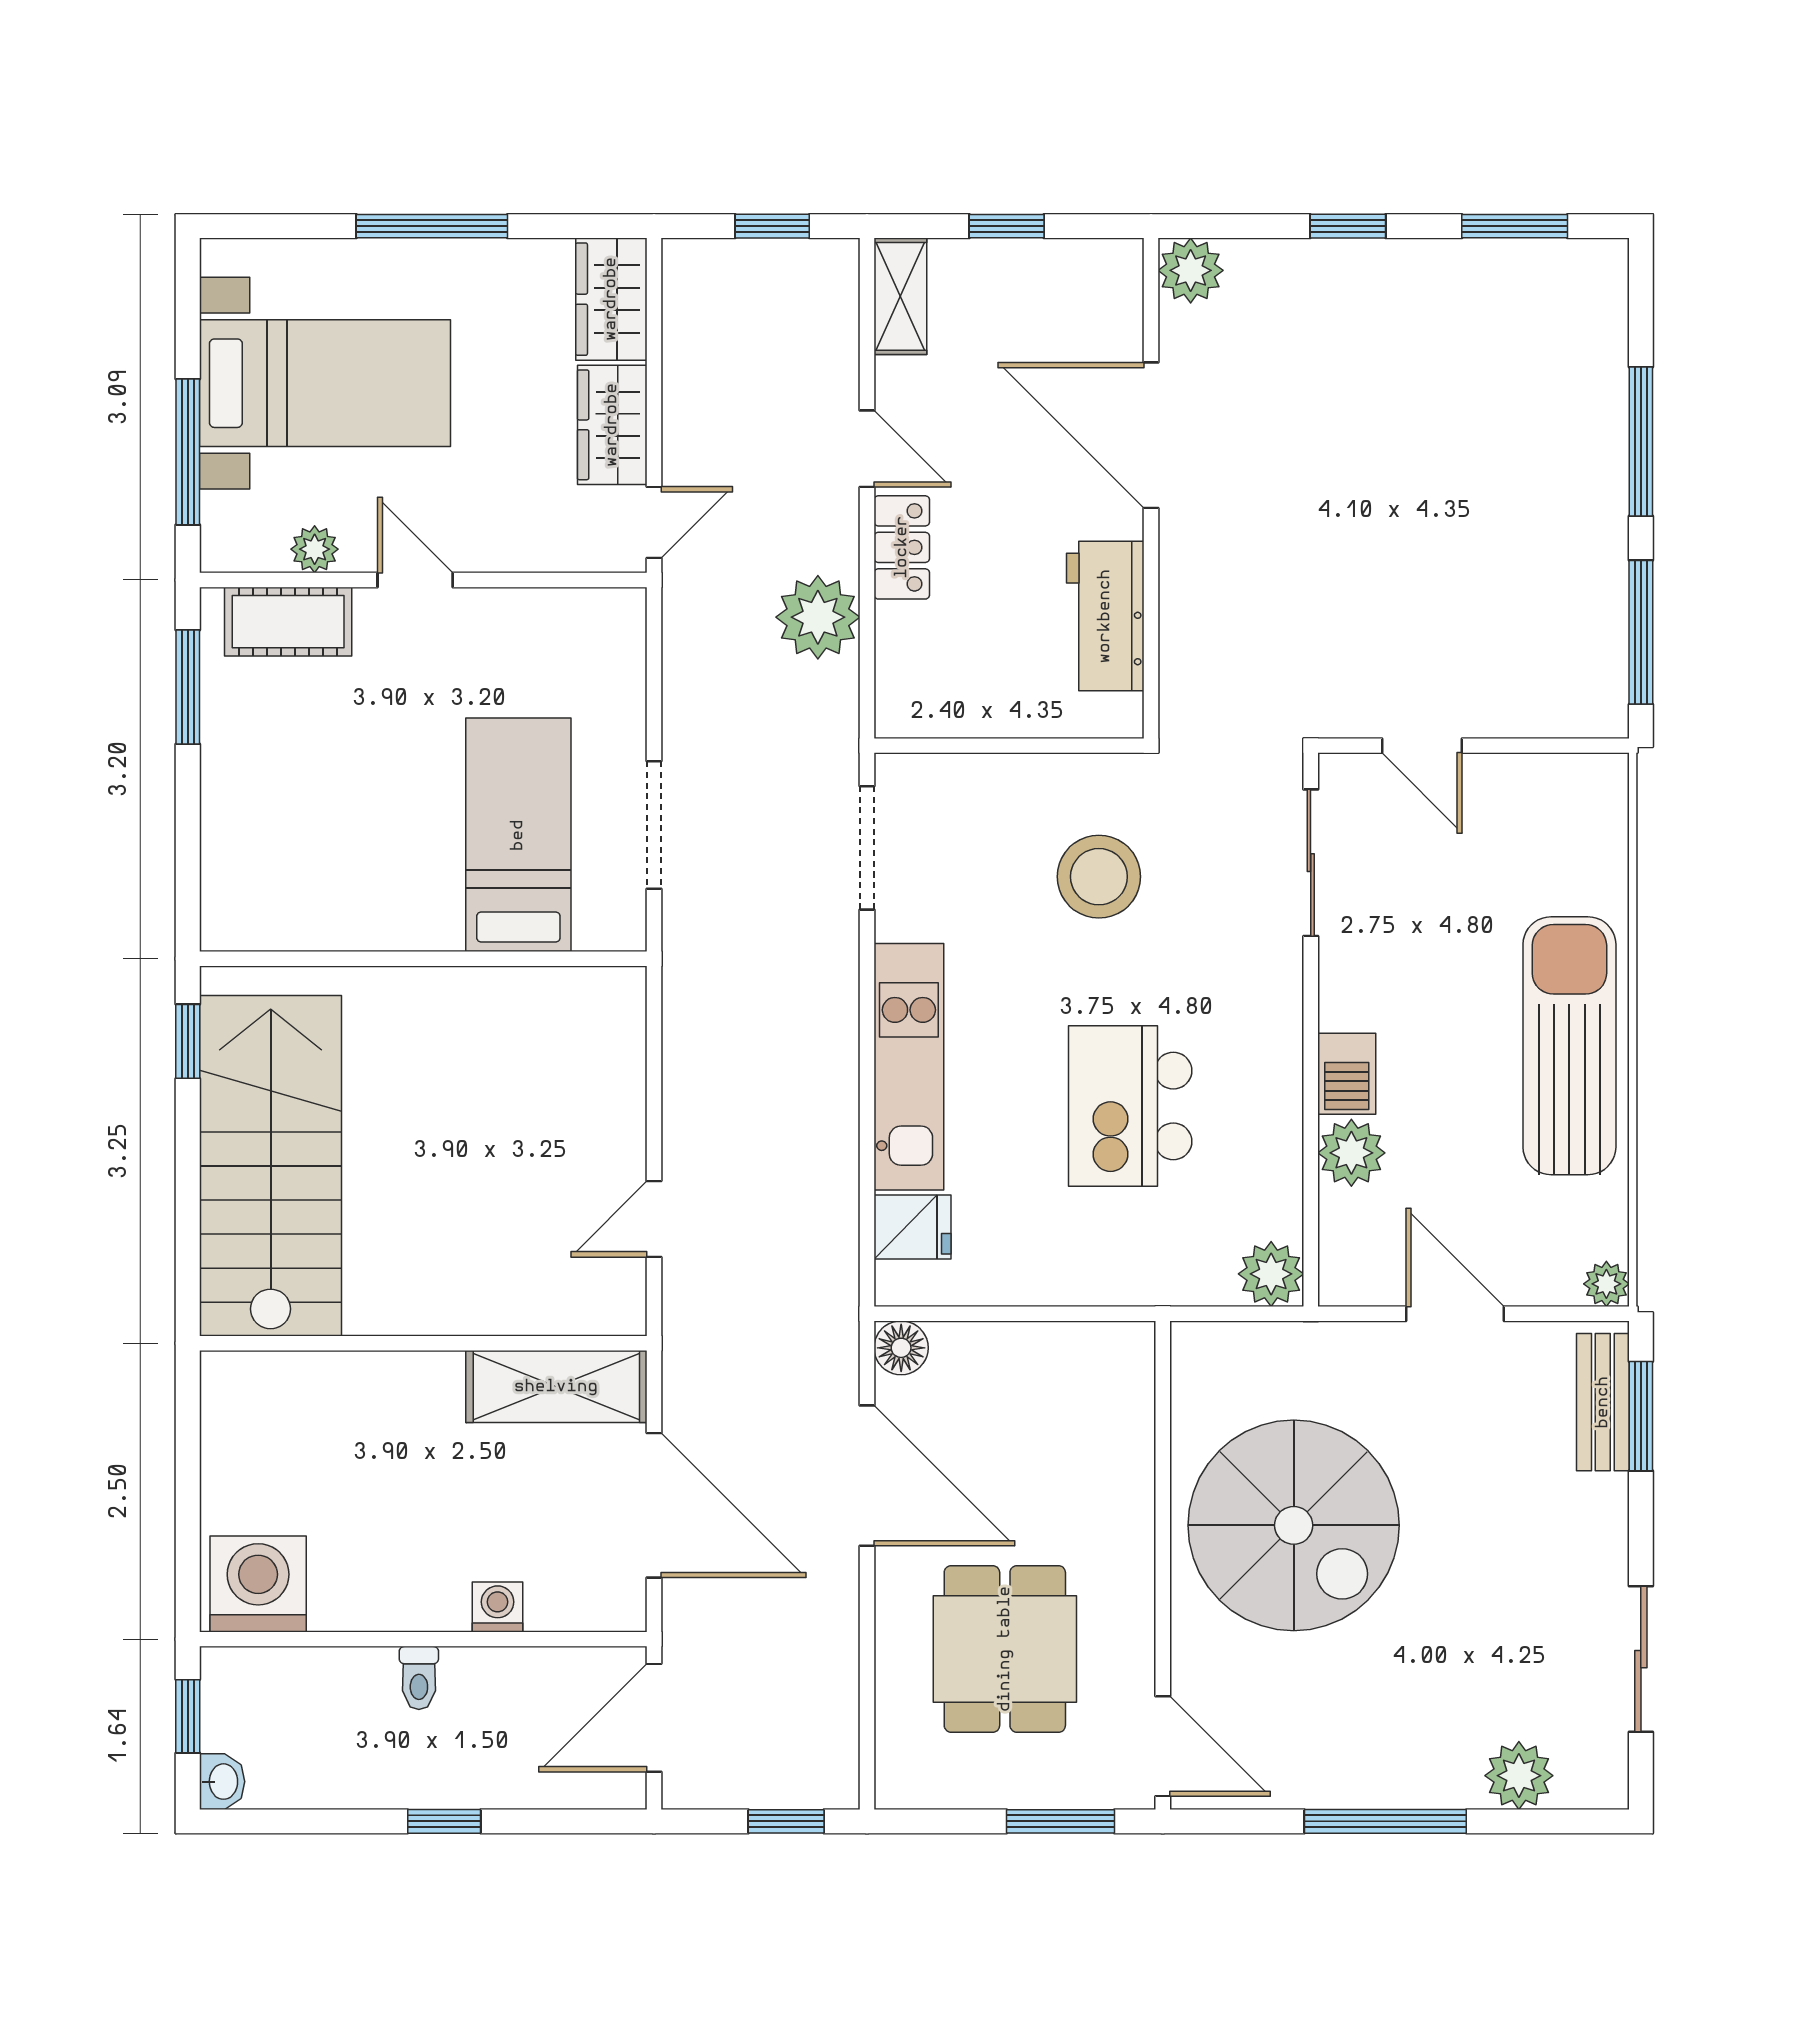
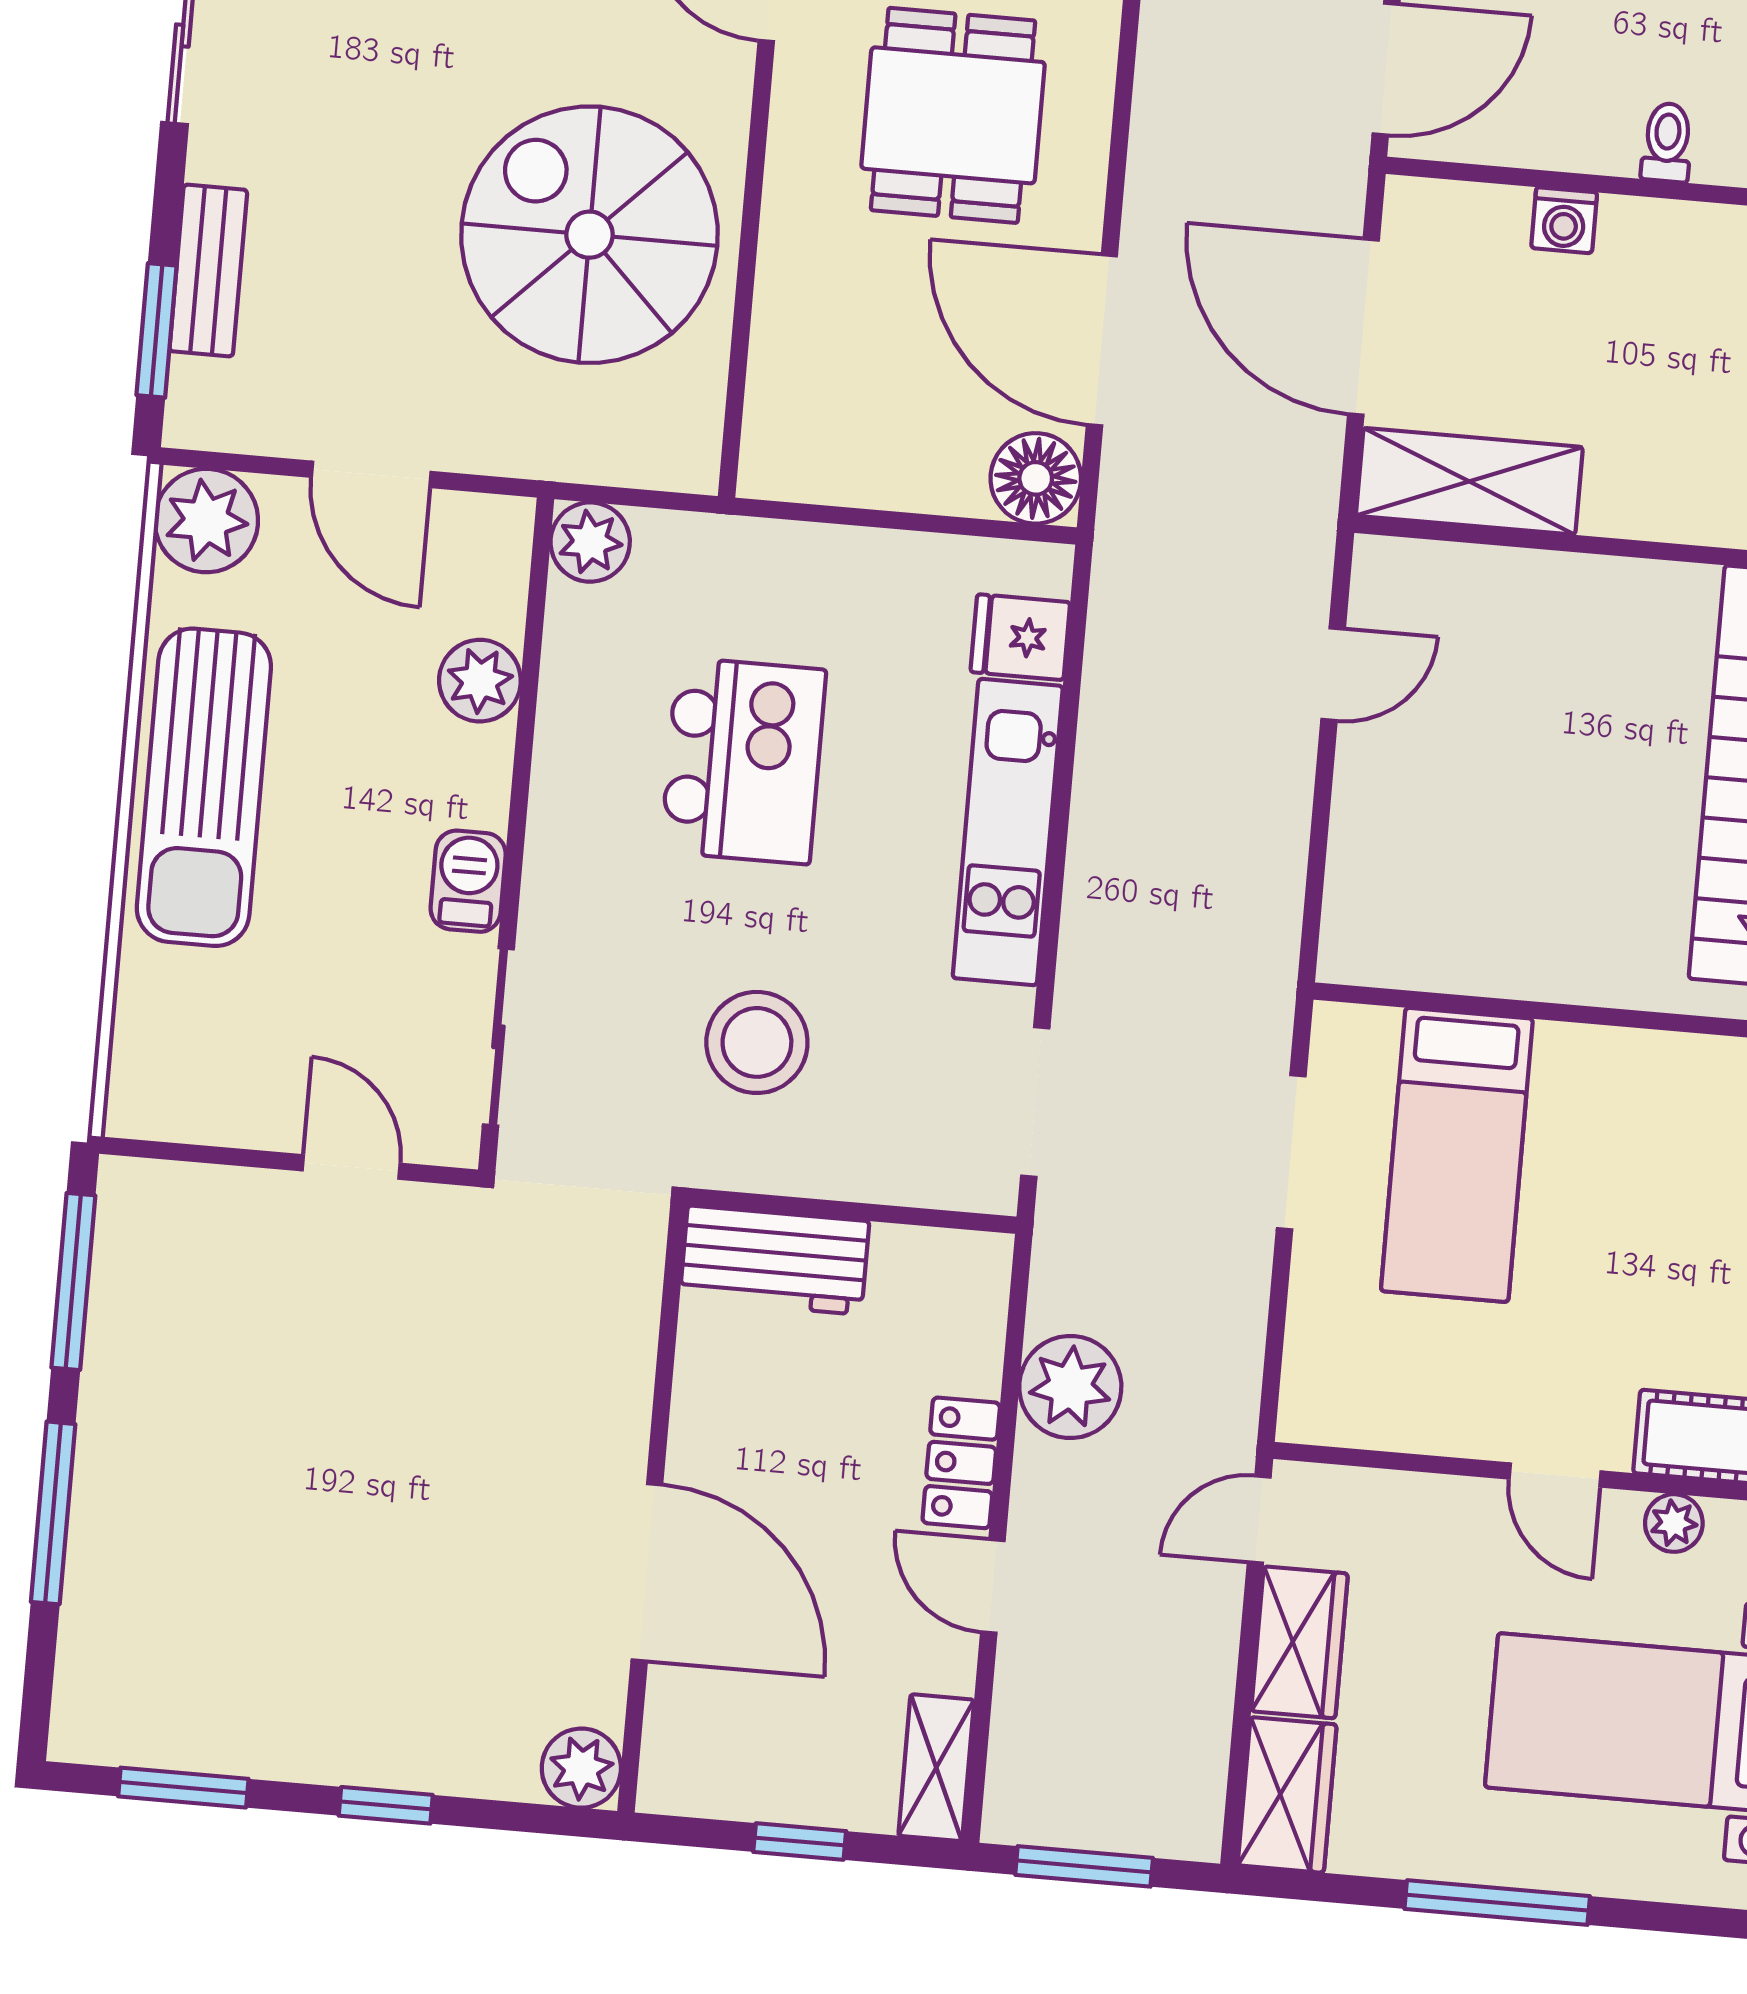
window: (772, 226) -> (1084, 1866), width x1.50
workbench: (1105, 616) -> (774, 1260), moved, turned 90
barbecue: (1347, 1074) -> (468, 881), moved
plant: (1606, 1284) -> (206, 521), width x1.88, depth x1.88
floor lamp: (901, 1348) -> (1036, 478), width x1.38, depth x1.38
bench: (1603, 1402) -> (208, 271), moved

